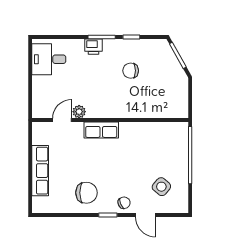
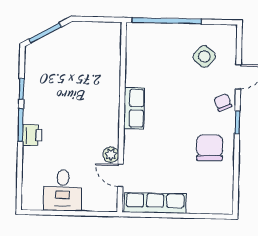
desk: (49, 59) -> (63, 190), moved
chair: (131, 71) -> (62, 91), removed
row of seats: (101, 130) -> (134, 108), moved
row of seats: (40, 171) -> (155, 203), moved

